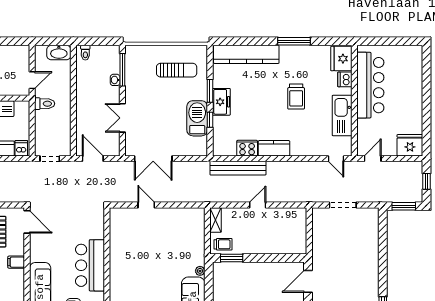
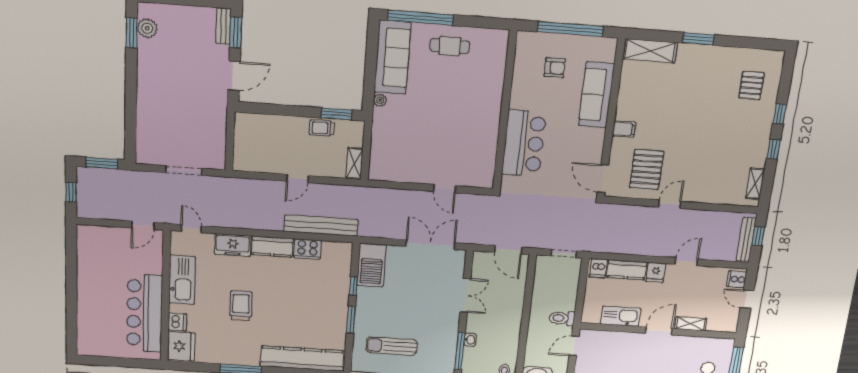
freezer: (221, 102) -> (233, 245), moved, turned -90
barbecue: (197, 118) -> (371, 265), moved
fridge: (410, 145) -> (93, 238), removed
trolley: (223, 244) -> (322, 128), moved
bar counter: (90, 265) -> (524, 143), moved

